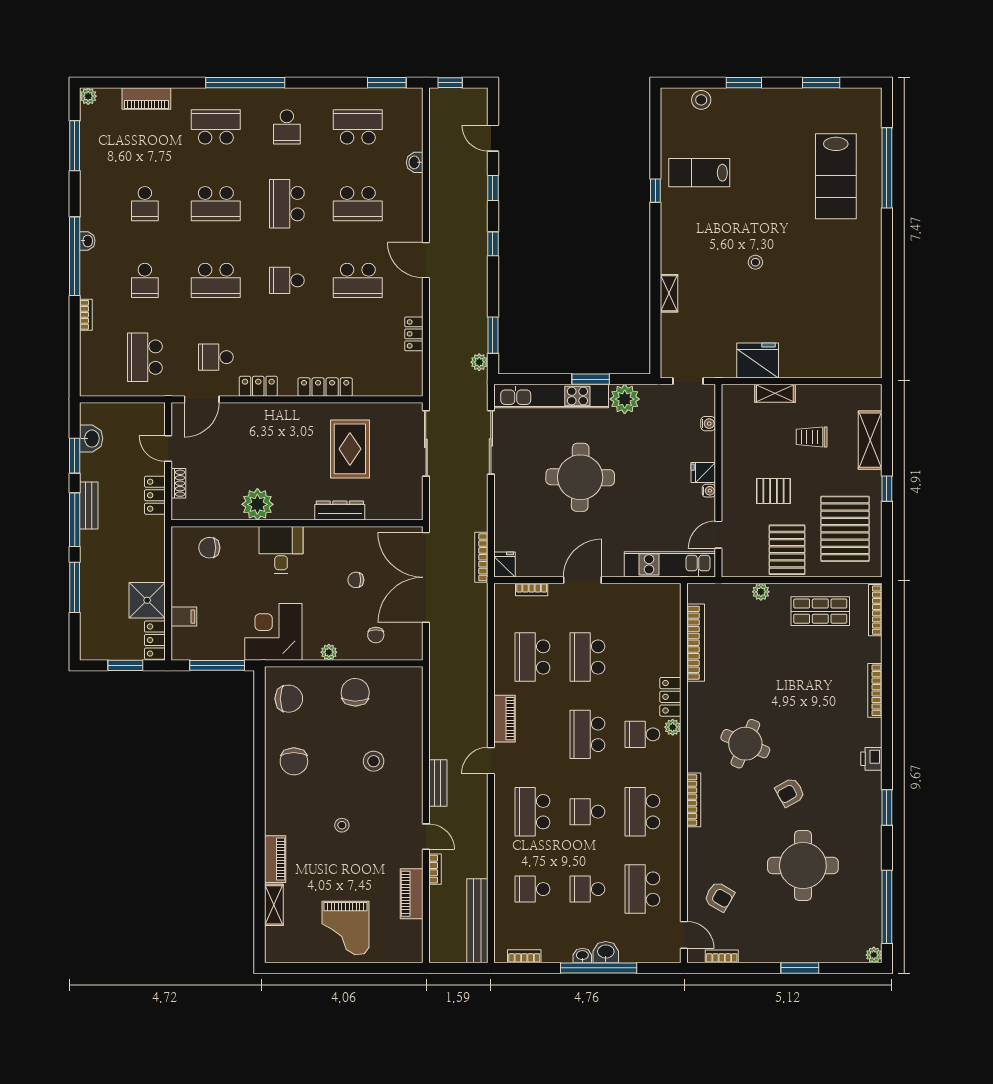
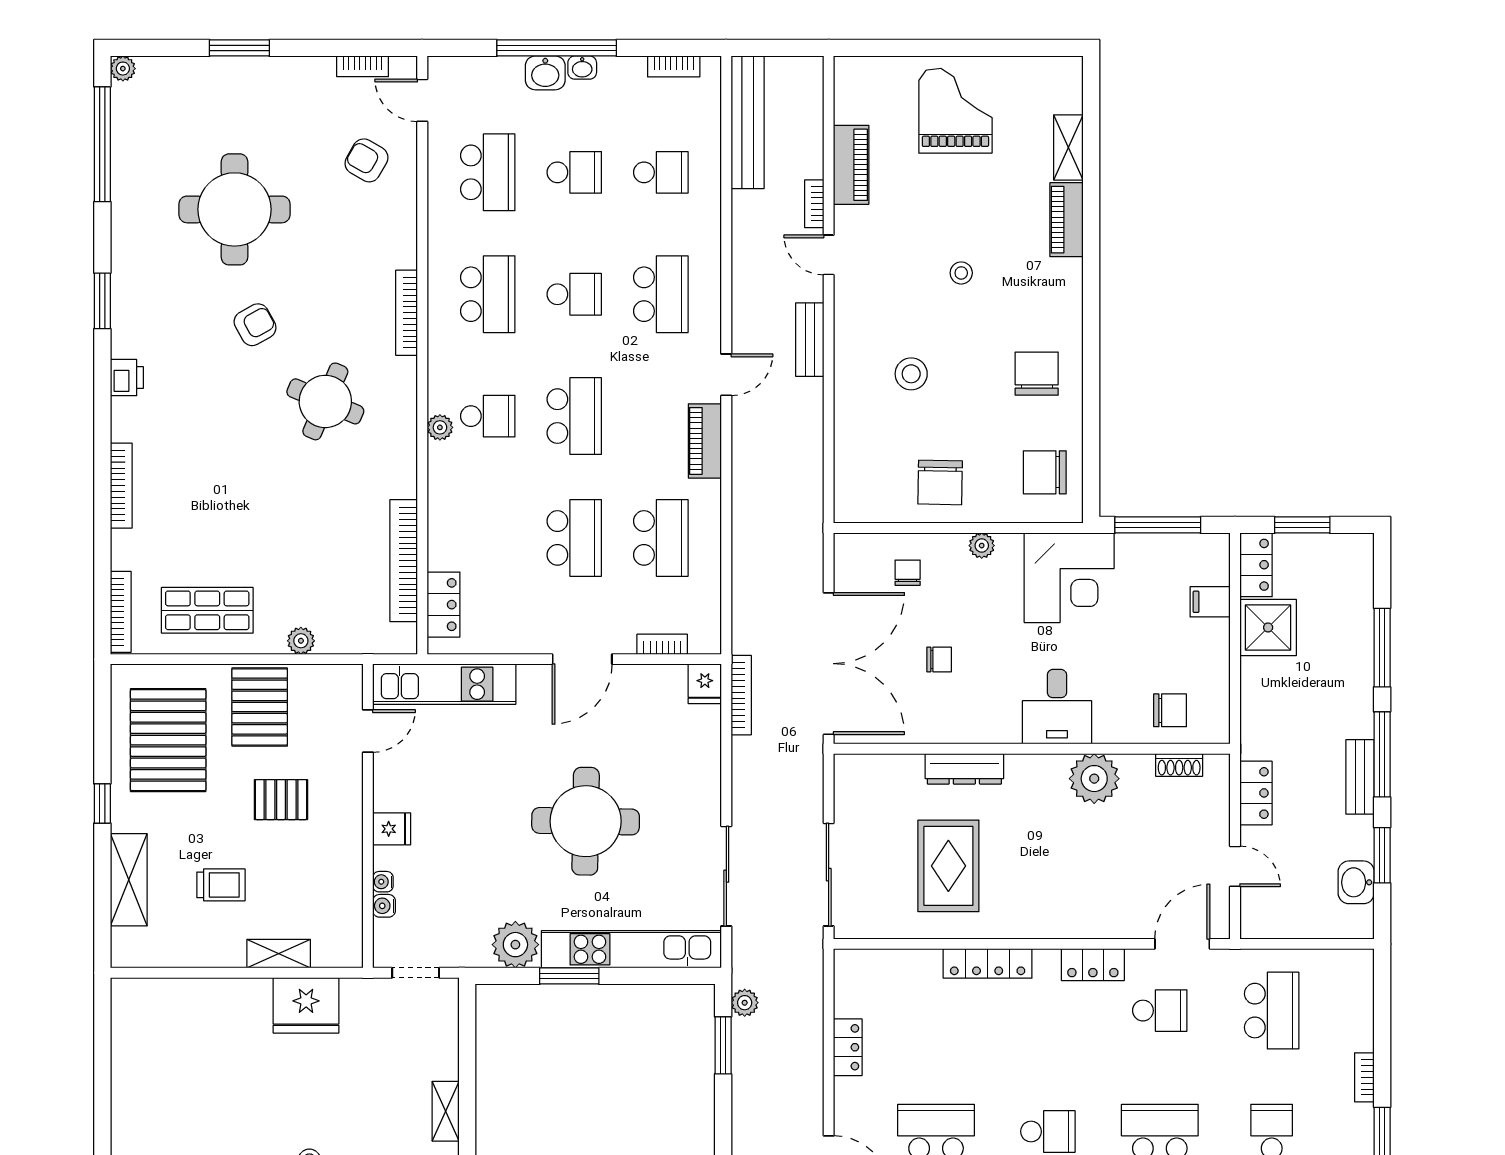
shoe rack: (178, 483) -> (1179, 765), moved, turned -90
water cooler: (709, 491) -> (383, 882), moved
locker: (670, 697) -> (443, 605), moved

